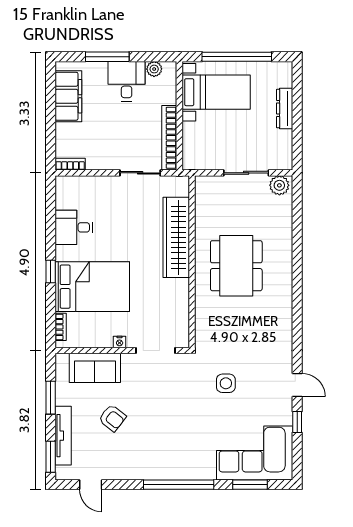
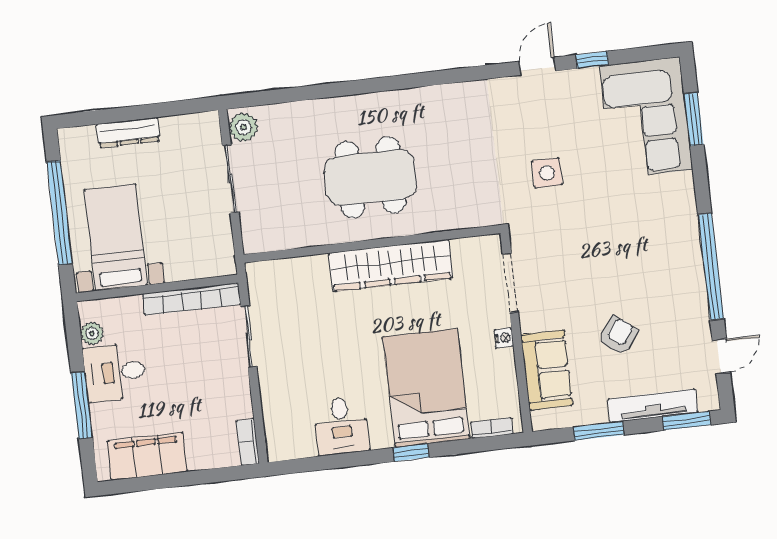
wardrobe: (176, 237) -> (391, 266), moved
window: (179, 485) -> (711, 267), moved

